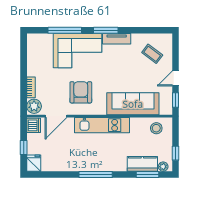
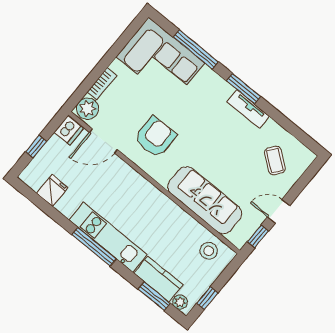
corner sofa: (78, 51) -> (160, 60), moved
kitchen unit: (102, 125) -> (108, 237), moved, turned 180
fridge: (34, 163) -> (52, 190), moved

